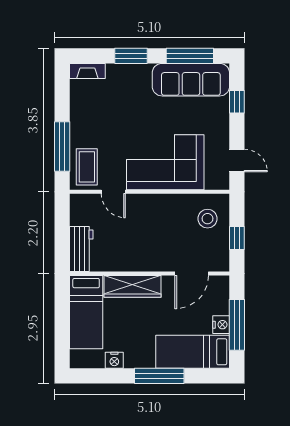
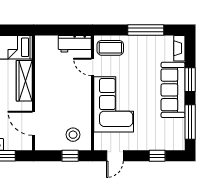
sofa: (191, 80) -> (173, 90), moved
window: (62, 146) -> (146, 30), moved
door: (113, 192) -> (92, 67), hinge flipped
window: (237, 238) -> (70, 156), moved
workbench: (81, 249) -> (75, 44), moved

